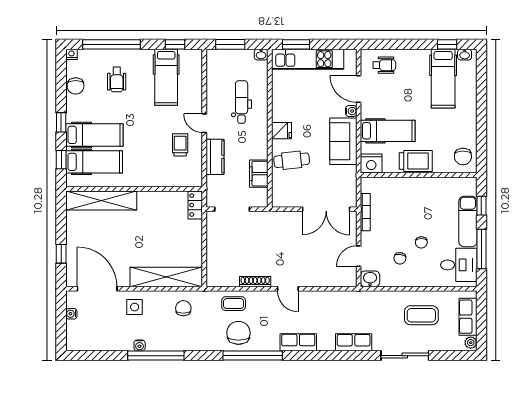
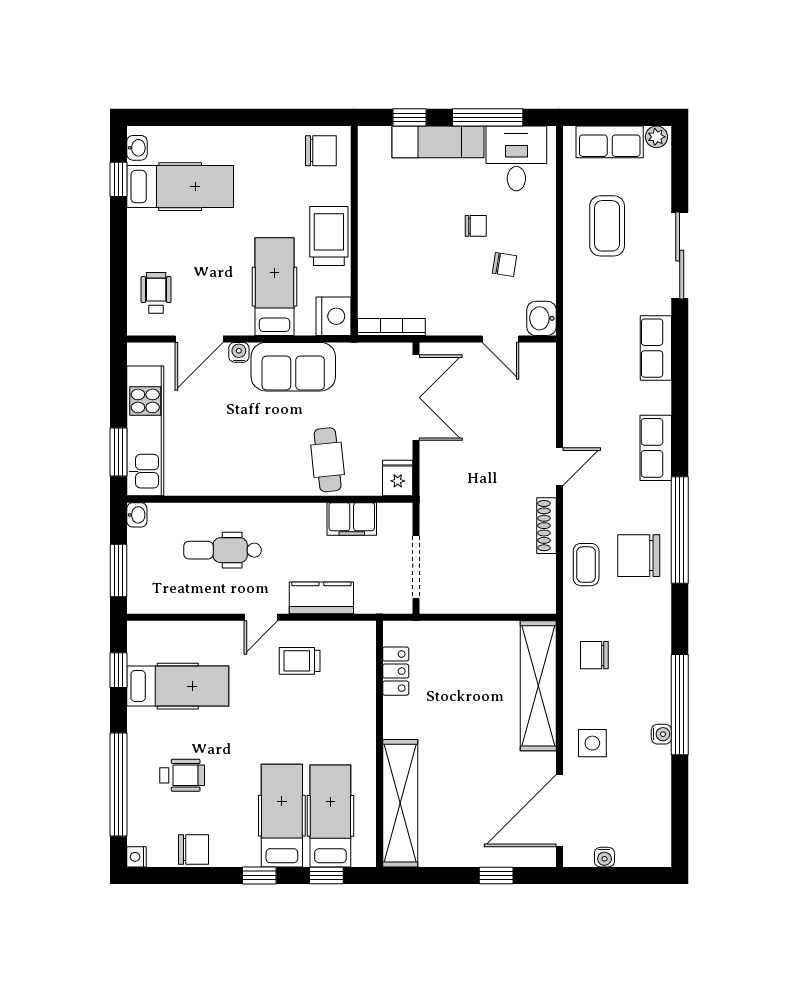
fridge: (282, 131) -> (398, 478), moved
locker: (195, 205) -> (396, 671), moved, turned -90
bookcase: (365, 212) -> (391, 327), moved

